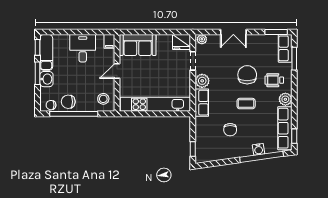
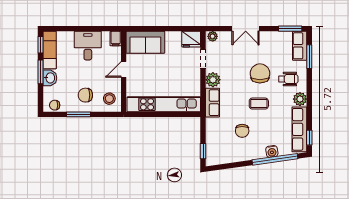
wheelchair: (274, 80) -> (288, 79), turned 180
chair: (68, 102) -> (85, 95), moved
window: (74, 114) -> (78, 114), width x0.47

